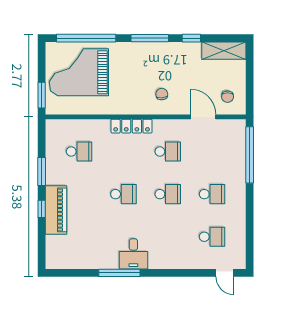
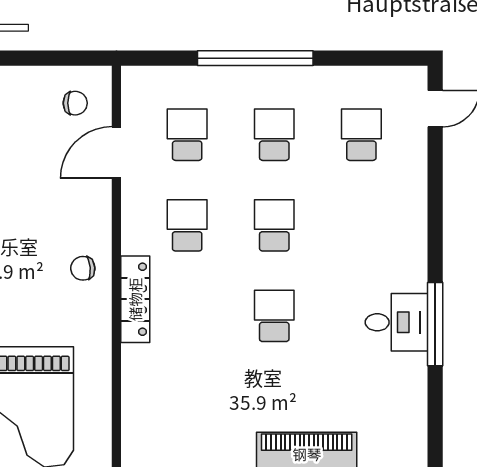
chair: (162, 94) -> (83, 268), moved
school desk: (79, 152) -> (187, 135), moved
window: (250, 155) -> (255, 58), moved
desk: (133, 254) -> (396, 322), moved

